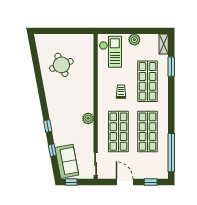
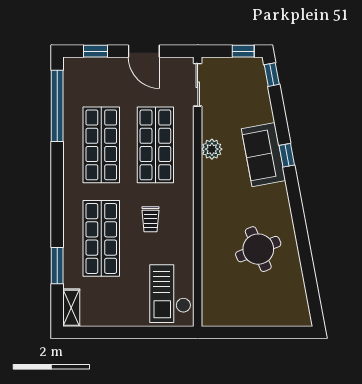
plant: (134, 40) -> (126, 316), removed
round table: (61, 65) -> (258, 249), moved
plant: (88, 118) -> (212, 149), moved
window: (52, 150) -> (272, 75), moved
sofa: (67, 161) -> (263, 155), moved

